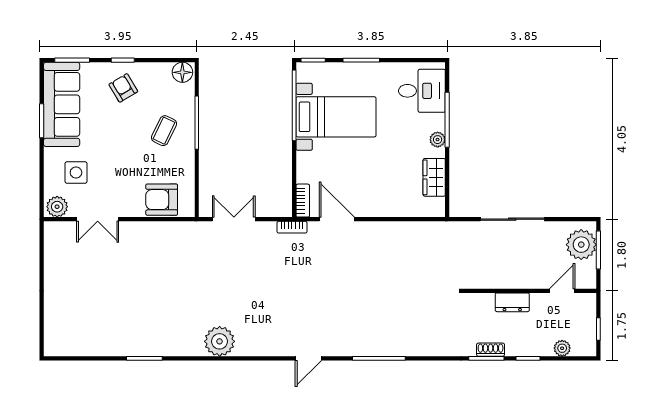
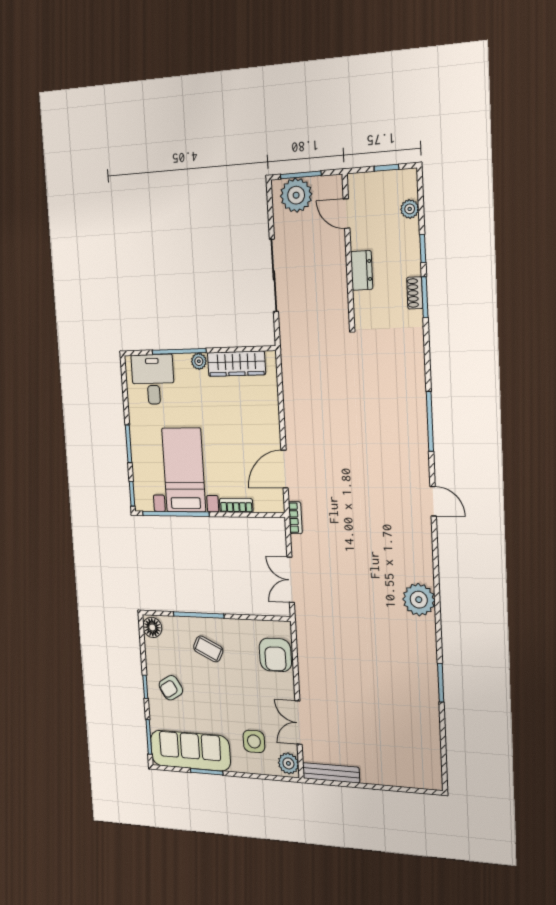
wardrobe: (434, 177) -> (236, 364), width x1.50
bookcase: (303, 201) -> (236, 505), moved
double door: (98, 219) -> (298, 723), swing flipped
bench: (51, 249) -> (331, 773), added

